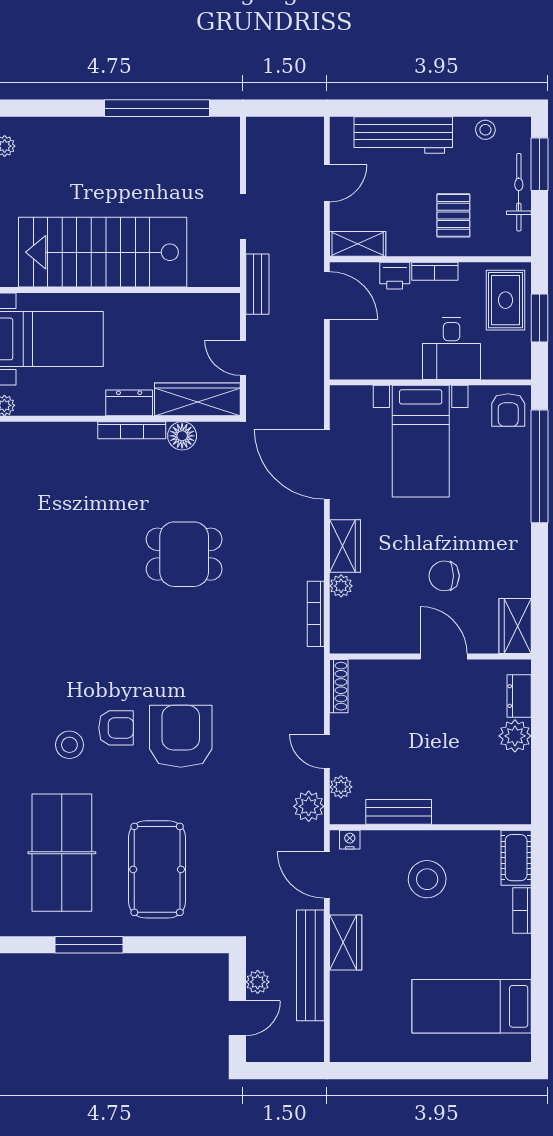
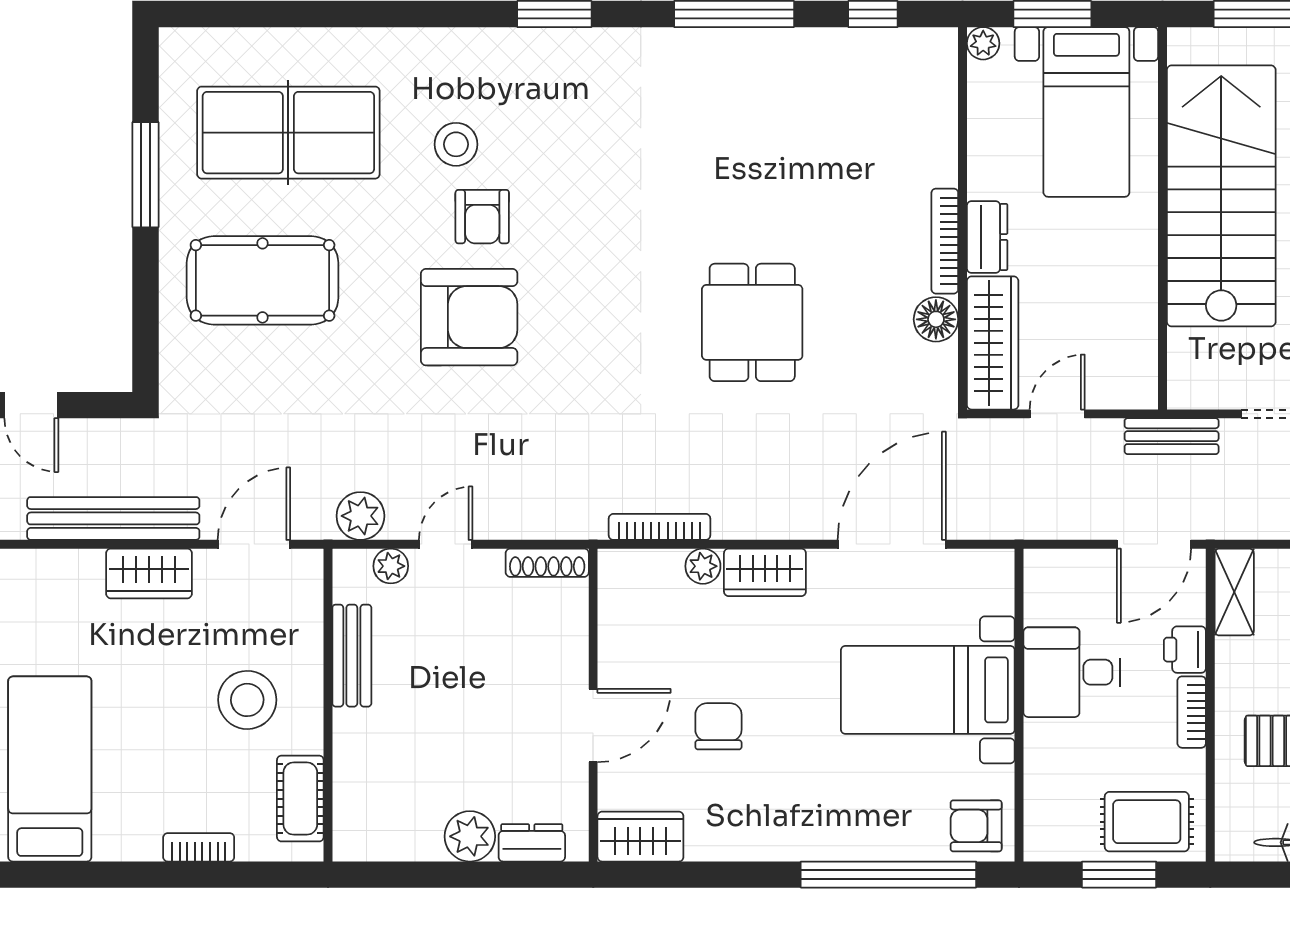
desk: (452, 348) -> (1072, 672), moved
nightstand: (350, 840) -> (309, 580), removed
cot: (516, 858) -> (300, 799), moved, turned 90
plant: (258, 982) -> (88, 437), removed

